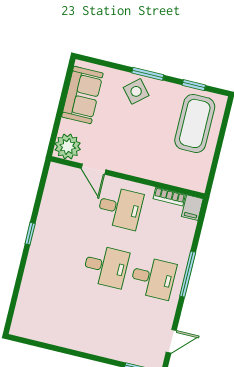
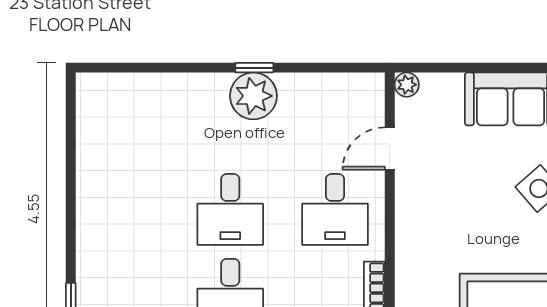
plant: (68, 146) -> (407, 85), width x0.53, depth x0.53
plant: (46, 238) -> (253, 96), added

